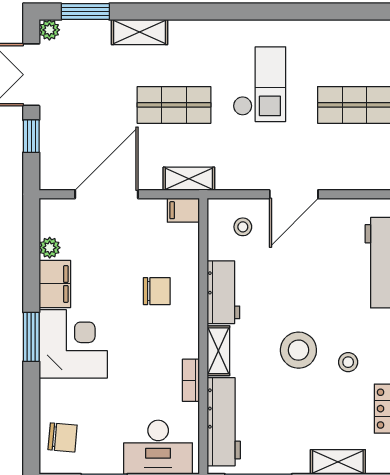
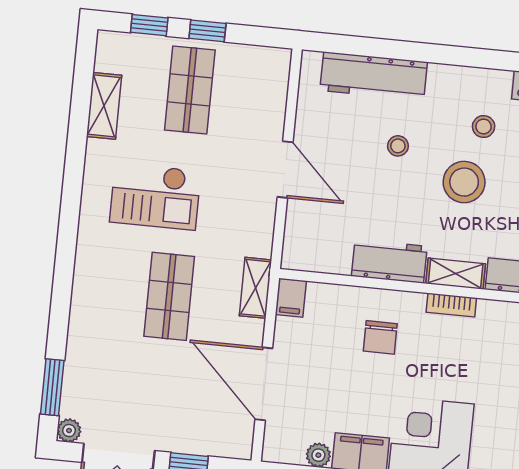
shelving: (140, 32) -> (104, 106), moved
checkout: (259, 84) -> (155, 196), turned 180
stool: (243, 227) -> (398, 146), moved
chair: (157, 291) -> (380, 337), turned 180
bookcase: (191, 380) -> (451, 305), moved

